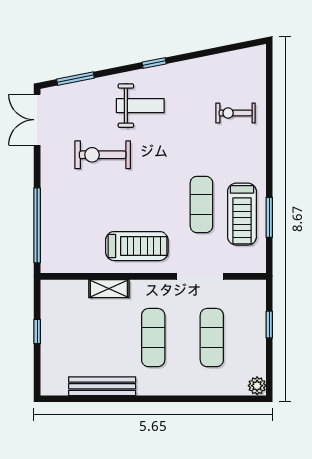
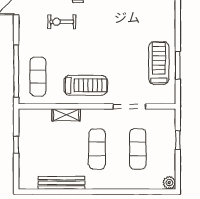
exercise bike: (103, 155) -> (62, 22), width x0.73, depth x0.72
exercise mat: (201, 204) -> (38, 77), moved
treadmill: (242, 214) -> (159, 63), turned 180

